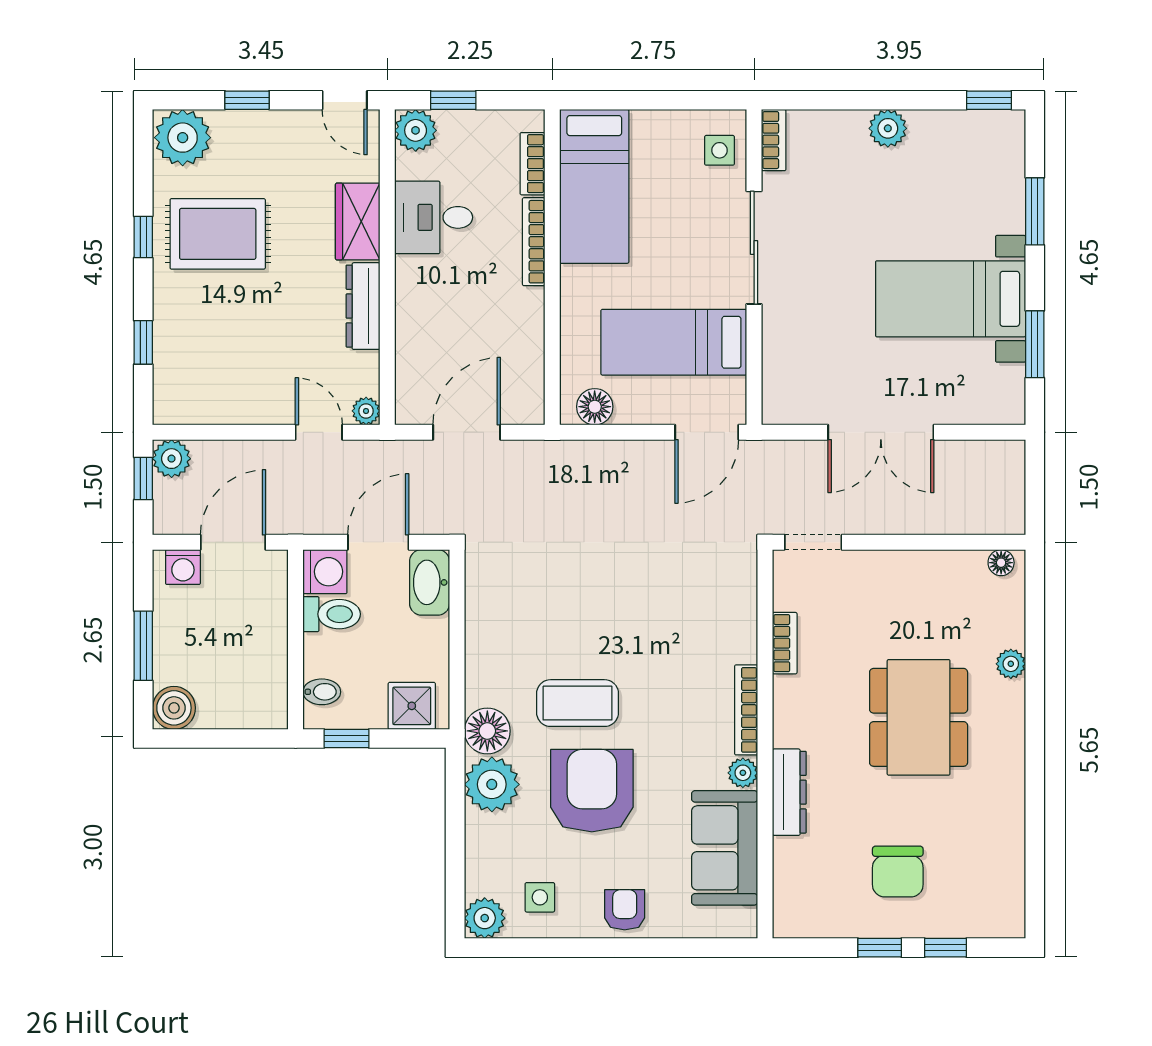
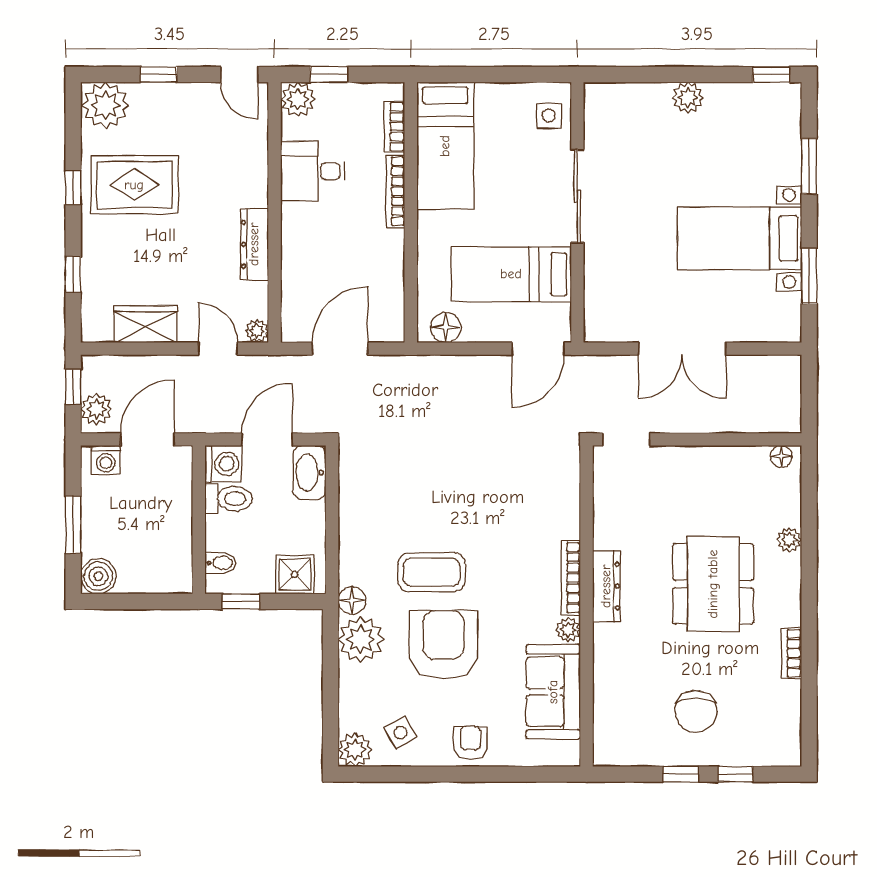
bookcase: (774, 140) -> (594, 107), removed
wardrobe: (358, 221) -> (146, 324), moved, turned 90
plant: (172, 459) -> (96, 409), moved
bookcase: (785, 643) -> (791, 653), moved, turned 180
floor lamp: (487, 731) -> (352, 600), width x0.73, depth x0.73
dresser: (789, 792) -> (606, 586), moved
side table: (540, 897) -> (400, 733), turned -30

